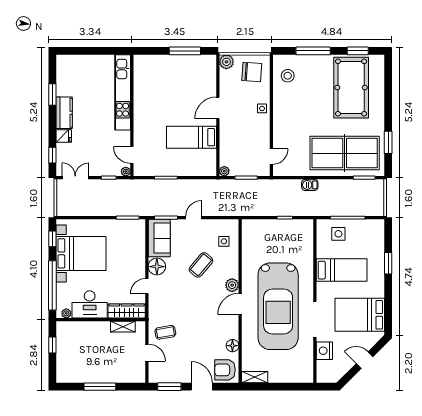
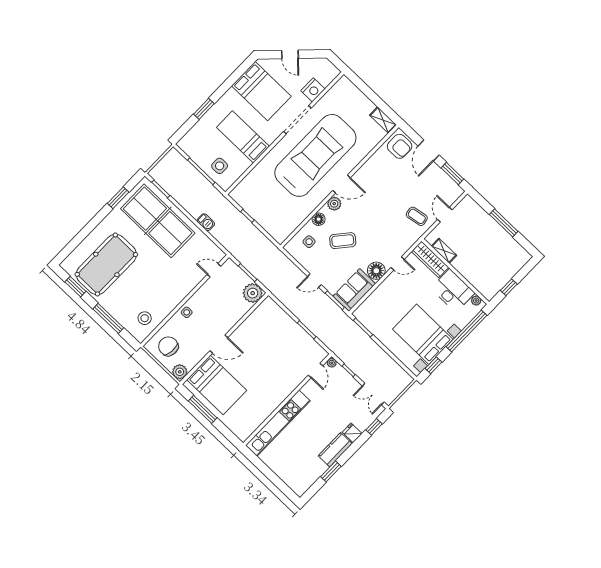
bed: (192, 137) -> (217, 385), moved, width x1.50
plant: (224, 171) -> (253, 293), width x1.87, depth x1.87
floor lamp: (232, 346) -> (319, 219), moved

